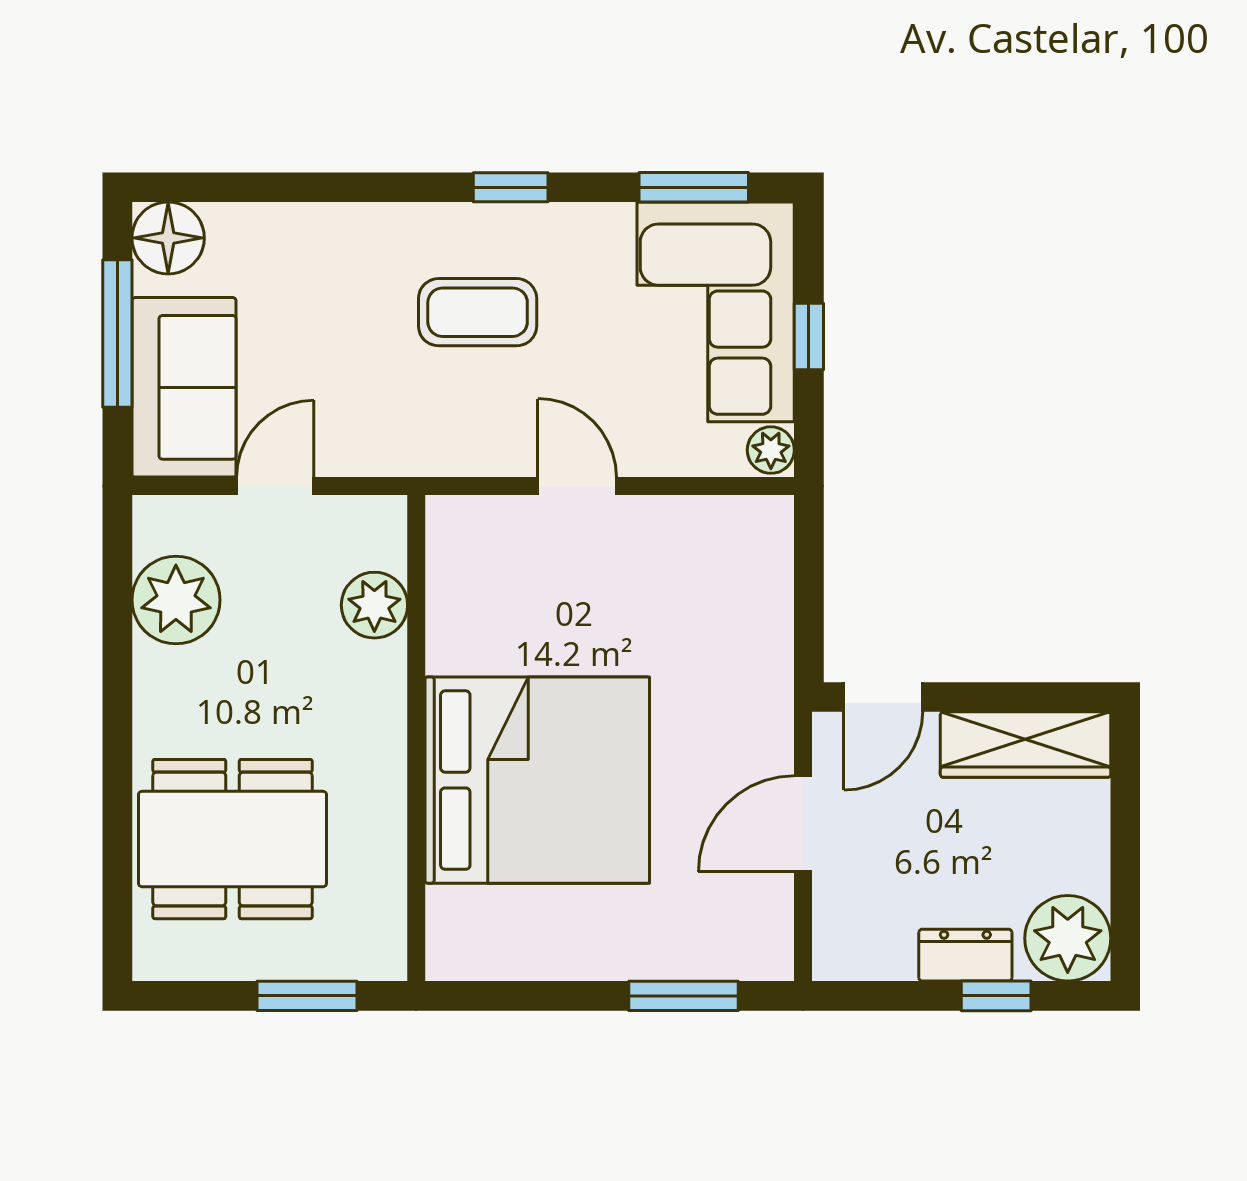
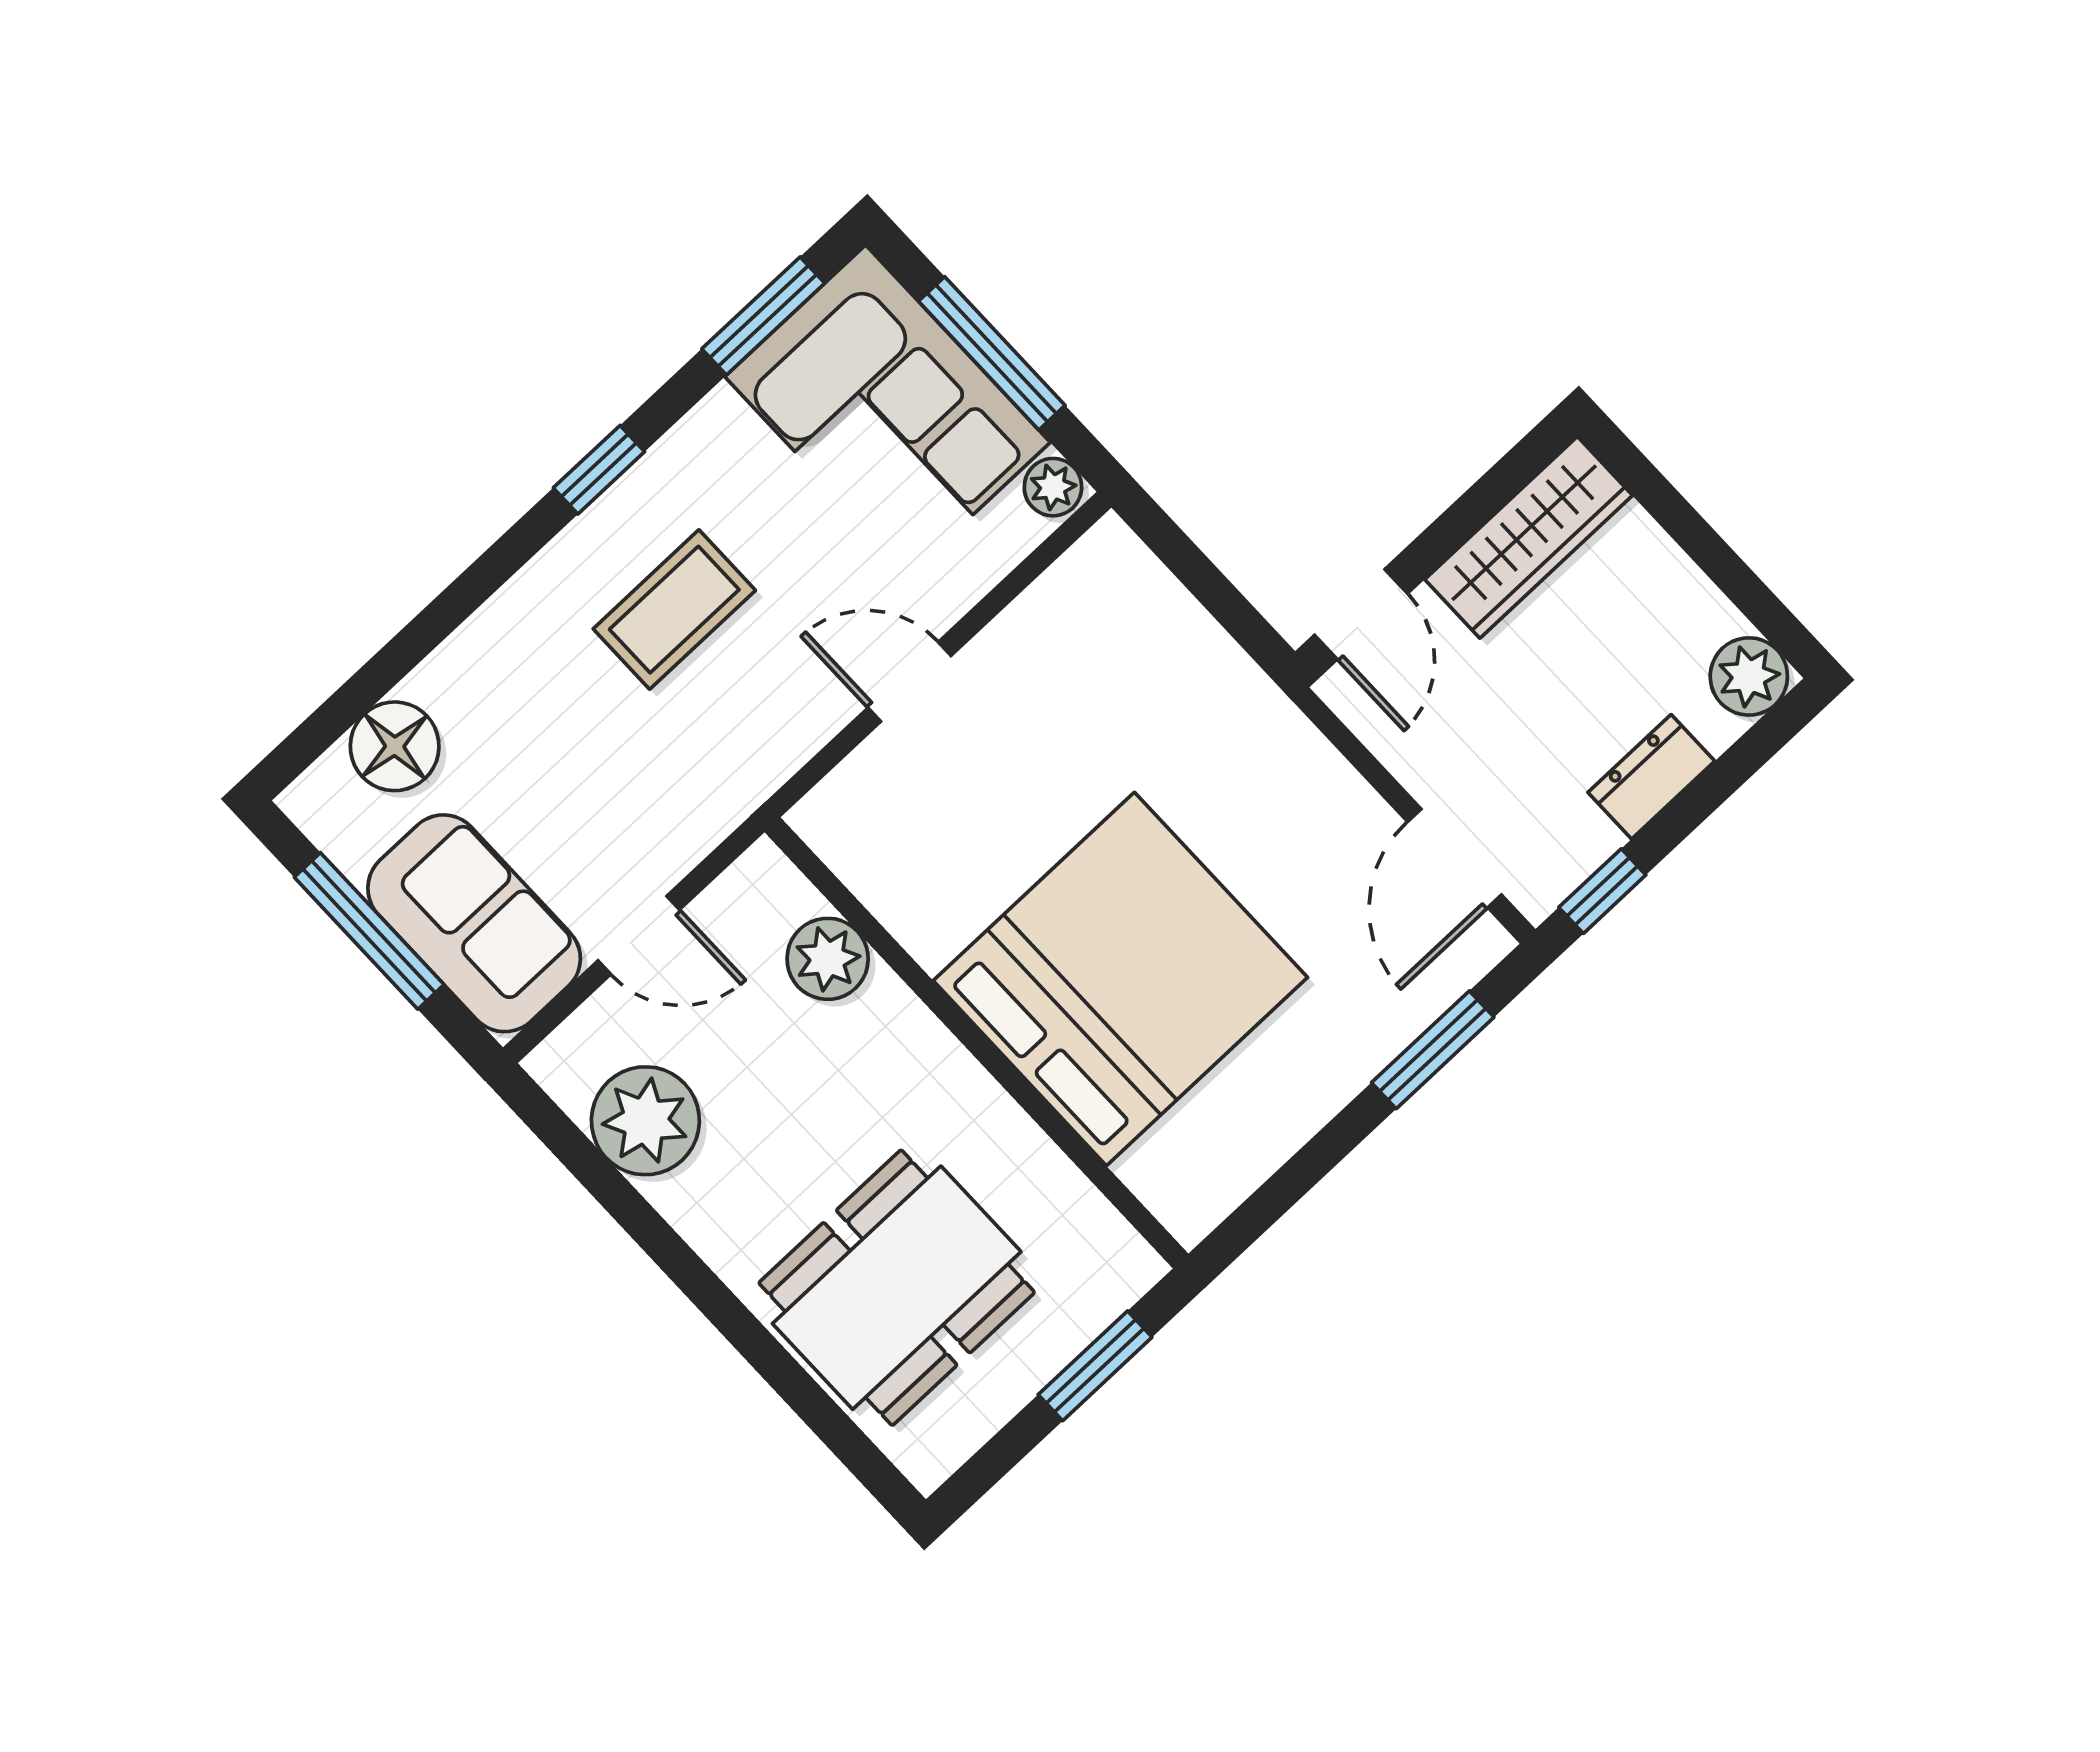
floor lamp: (168, 238) -> (395, 746), moved
window: (809, 336) -> (992, 353), width x2.17
door: (275, 486) -> (639, 935), swing flipped
door: (803, 824) -> (1454, 858), moved
plant: (1068, 938) -> (1749, 676), width x0.73, depth x0.73
window: (996, 996) -> (1602, 891), moved

